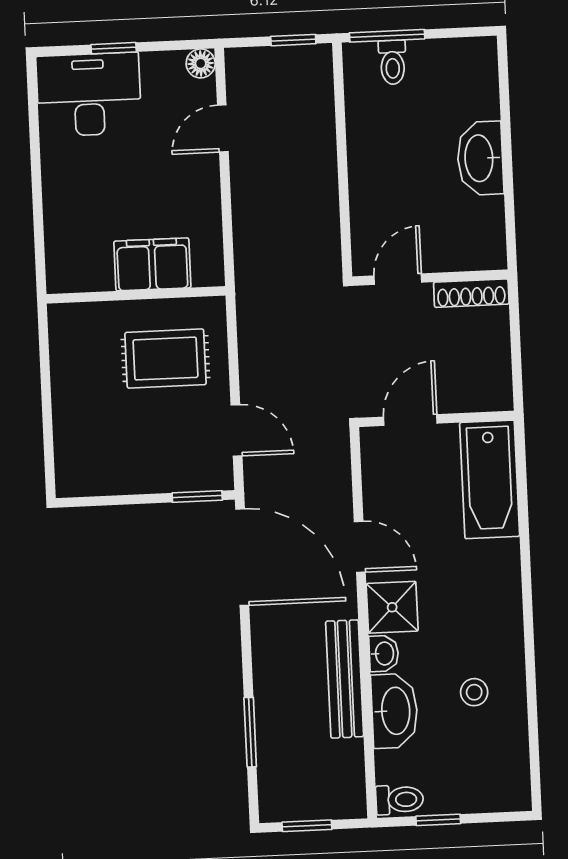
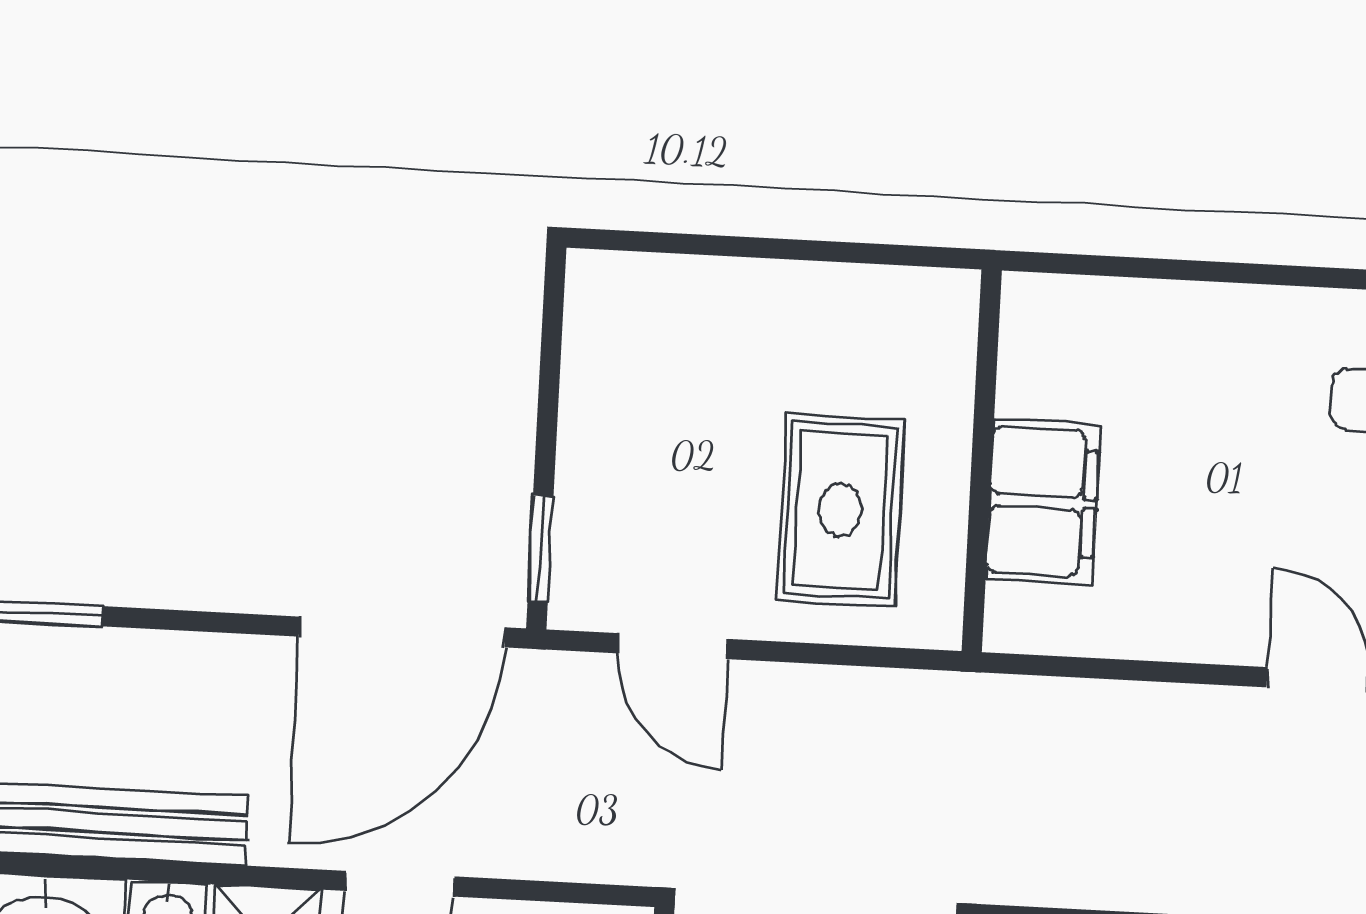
door: (236, 430) -> (673, 646), hinge flipped

